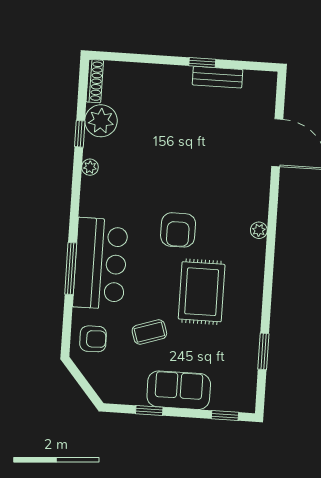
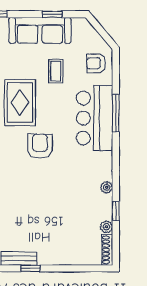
plant: (101, 121) -> (106, 227), width x0.53, depth x0.53
coffee table: (149, 332) -> (56, 71), turned -72
sofa: (179, 390) -> (40, 30), width x1.36

